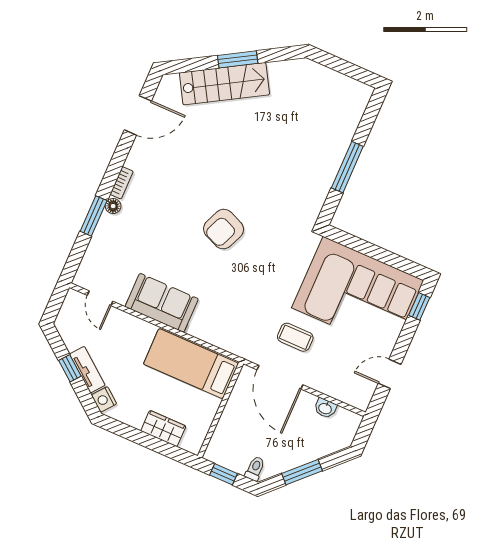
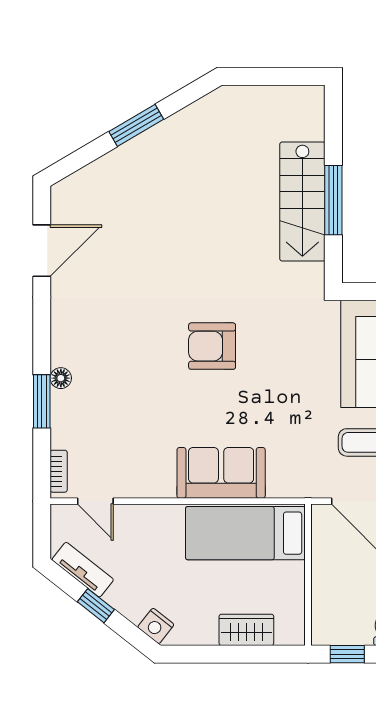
stairs: (224, 84) -> (302, 202), moved, turned 120
bookcase: (122, 183) -> (59, 471), moved
armchair: (224, 229) -> (212, 346), turned 67
sofa: (162, 303) -> (221, 473), moved
tv unit: (87, 370) -> (83, 570), moved

